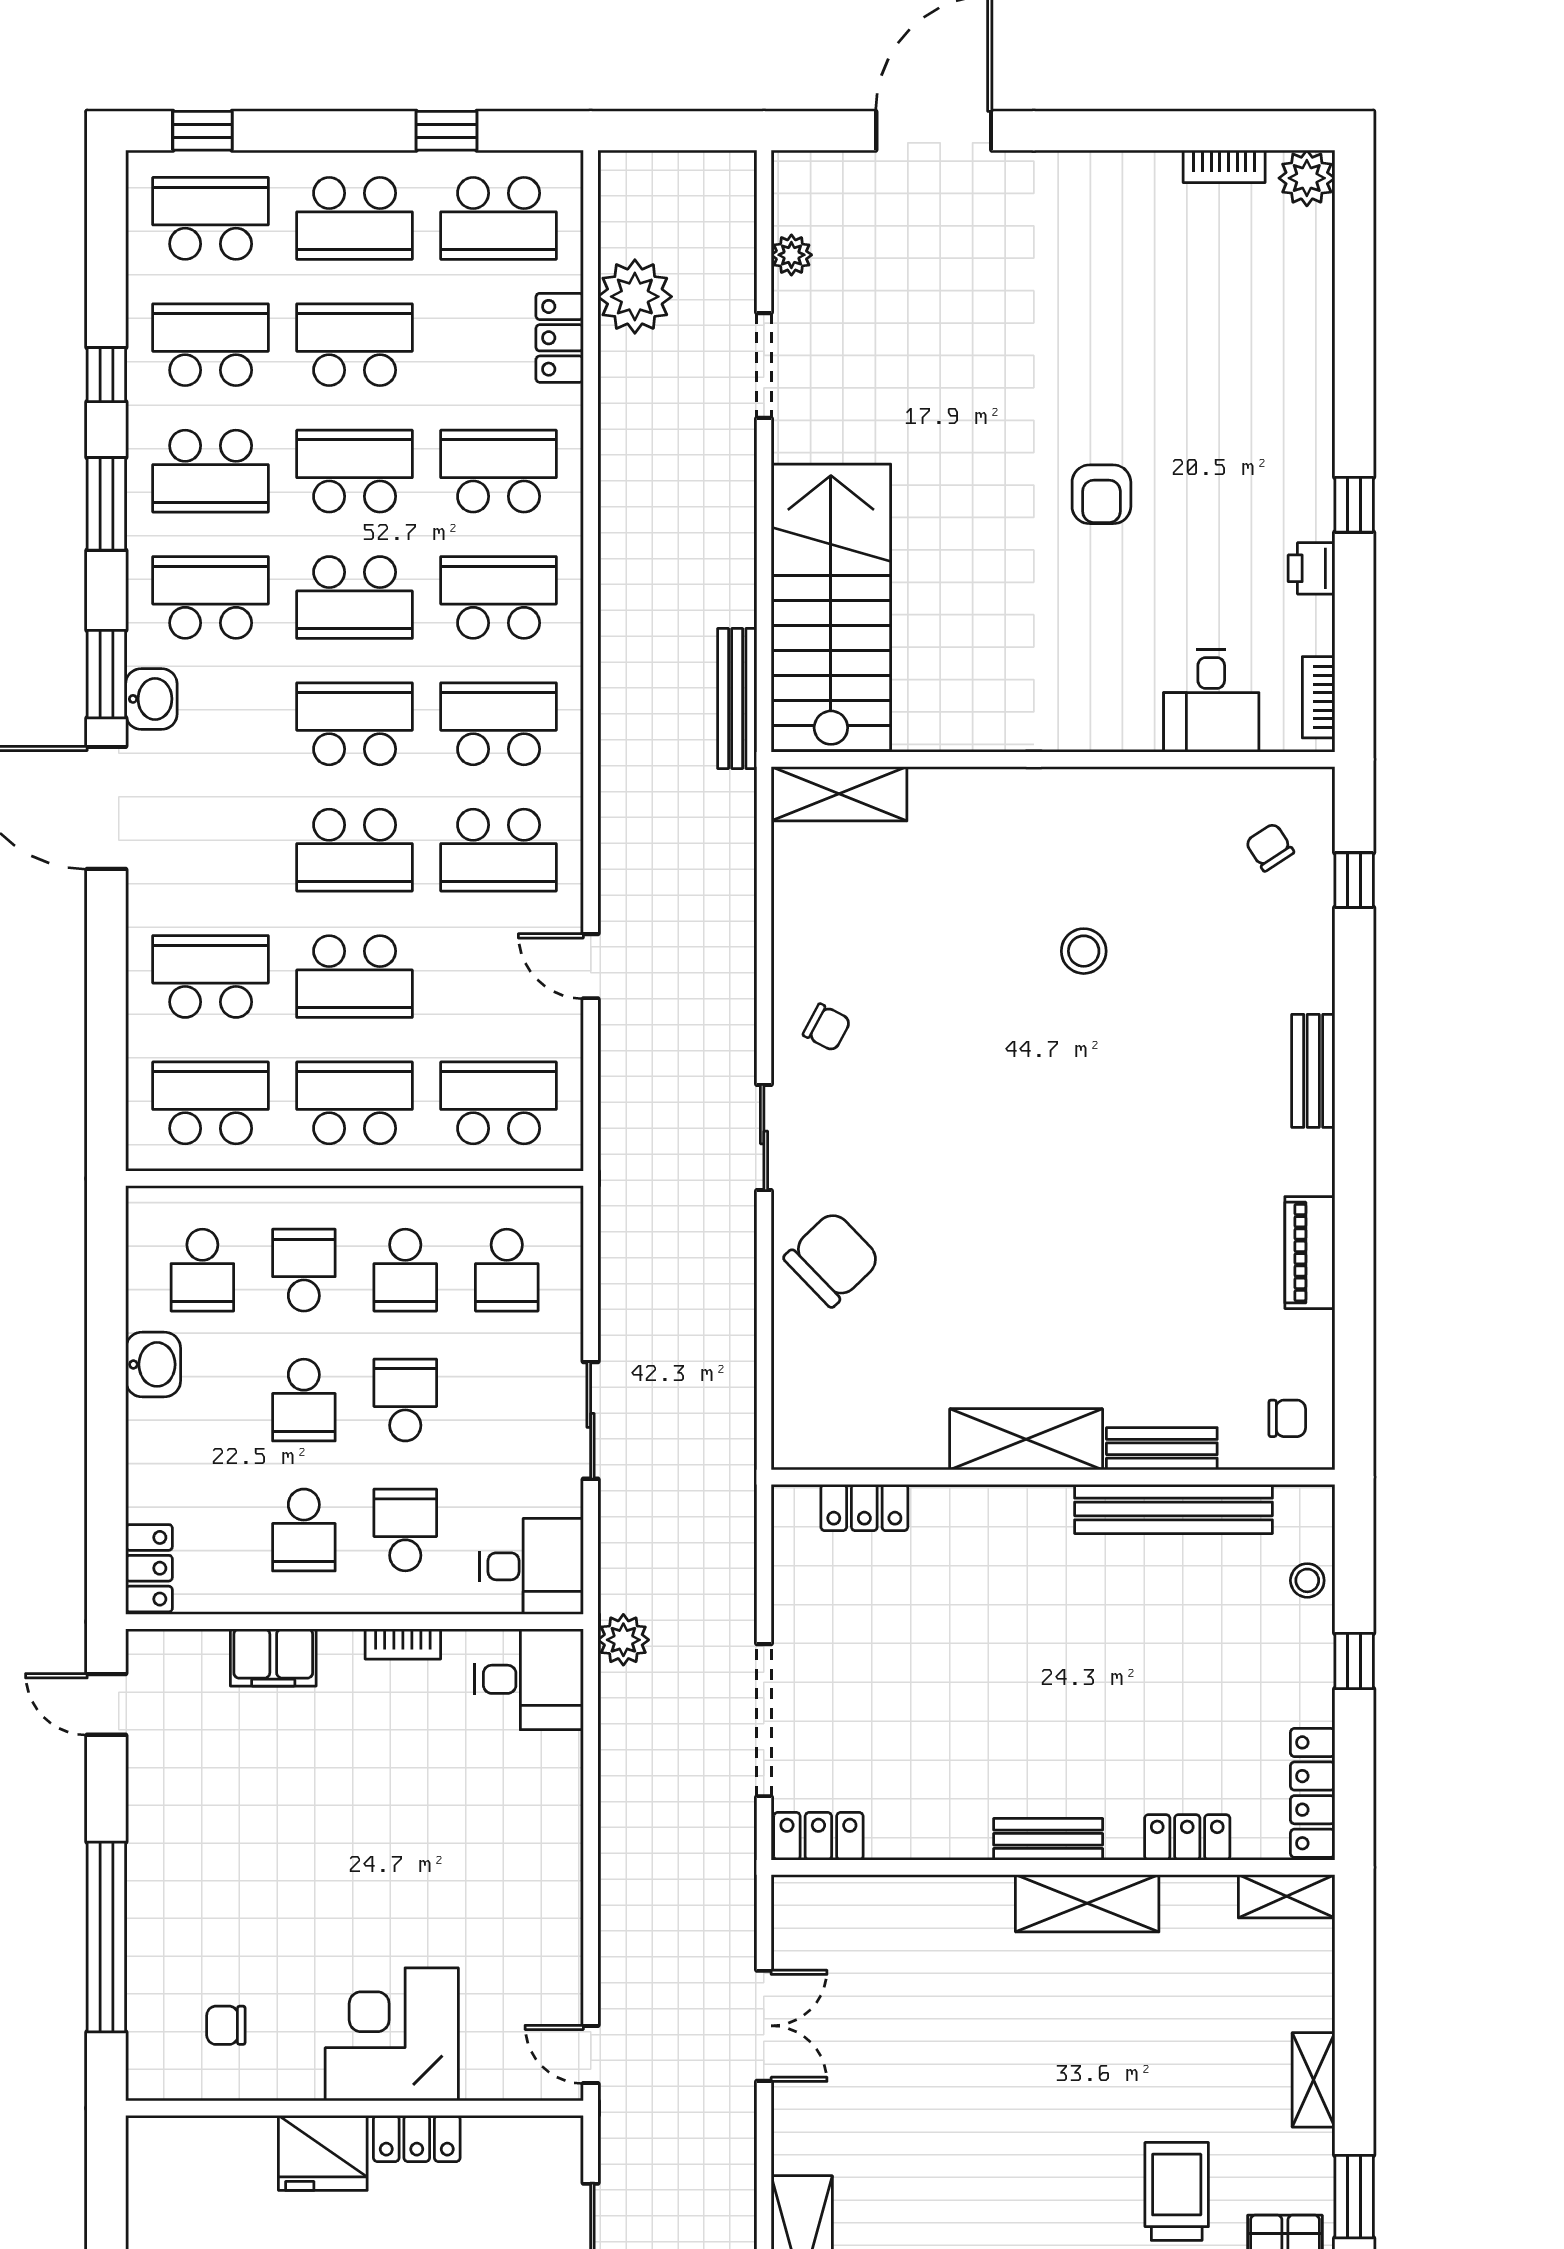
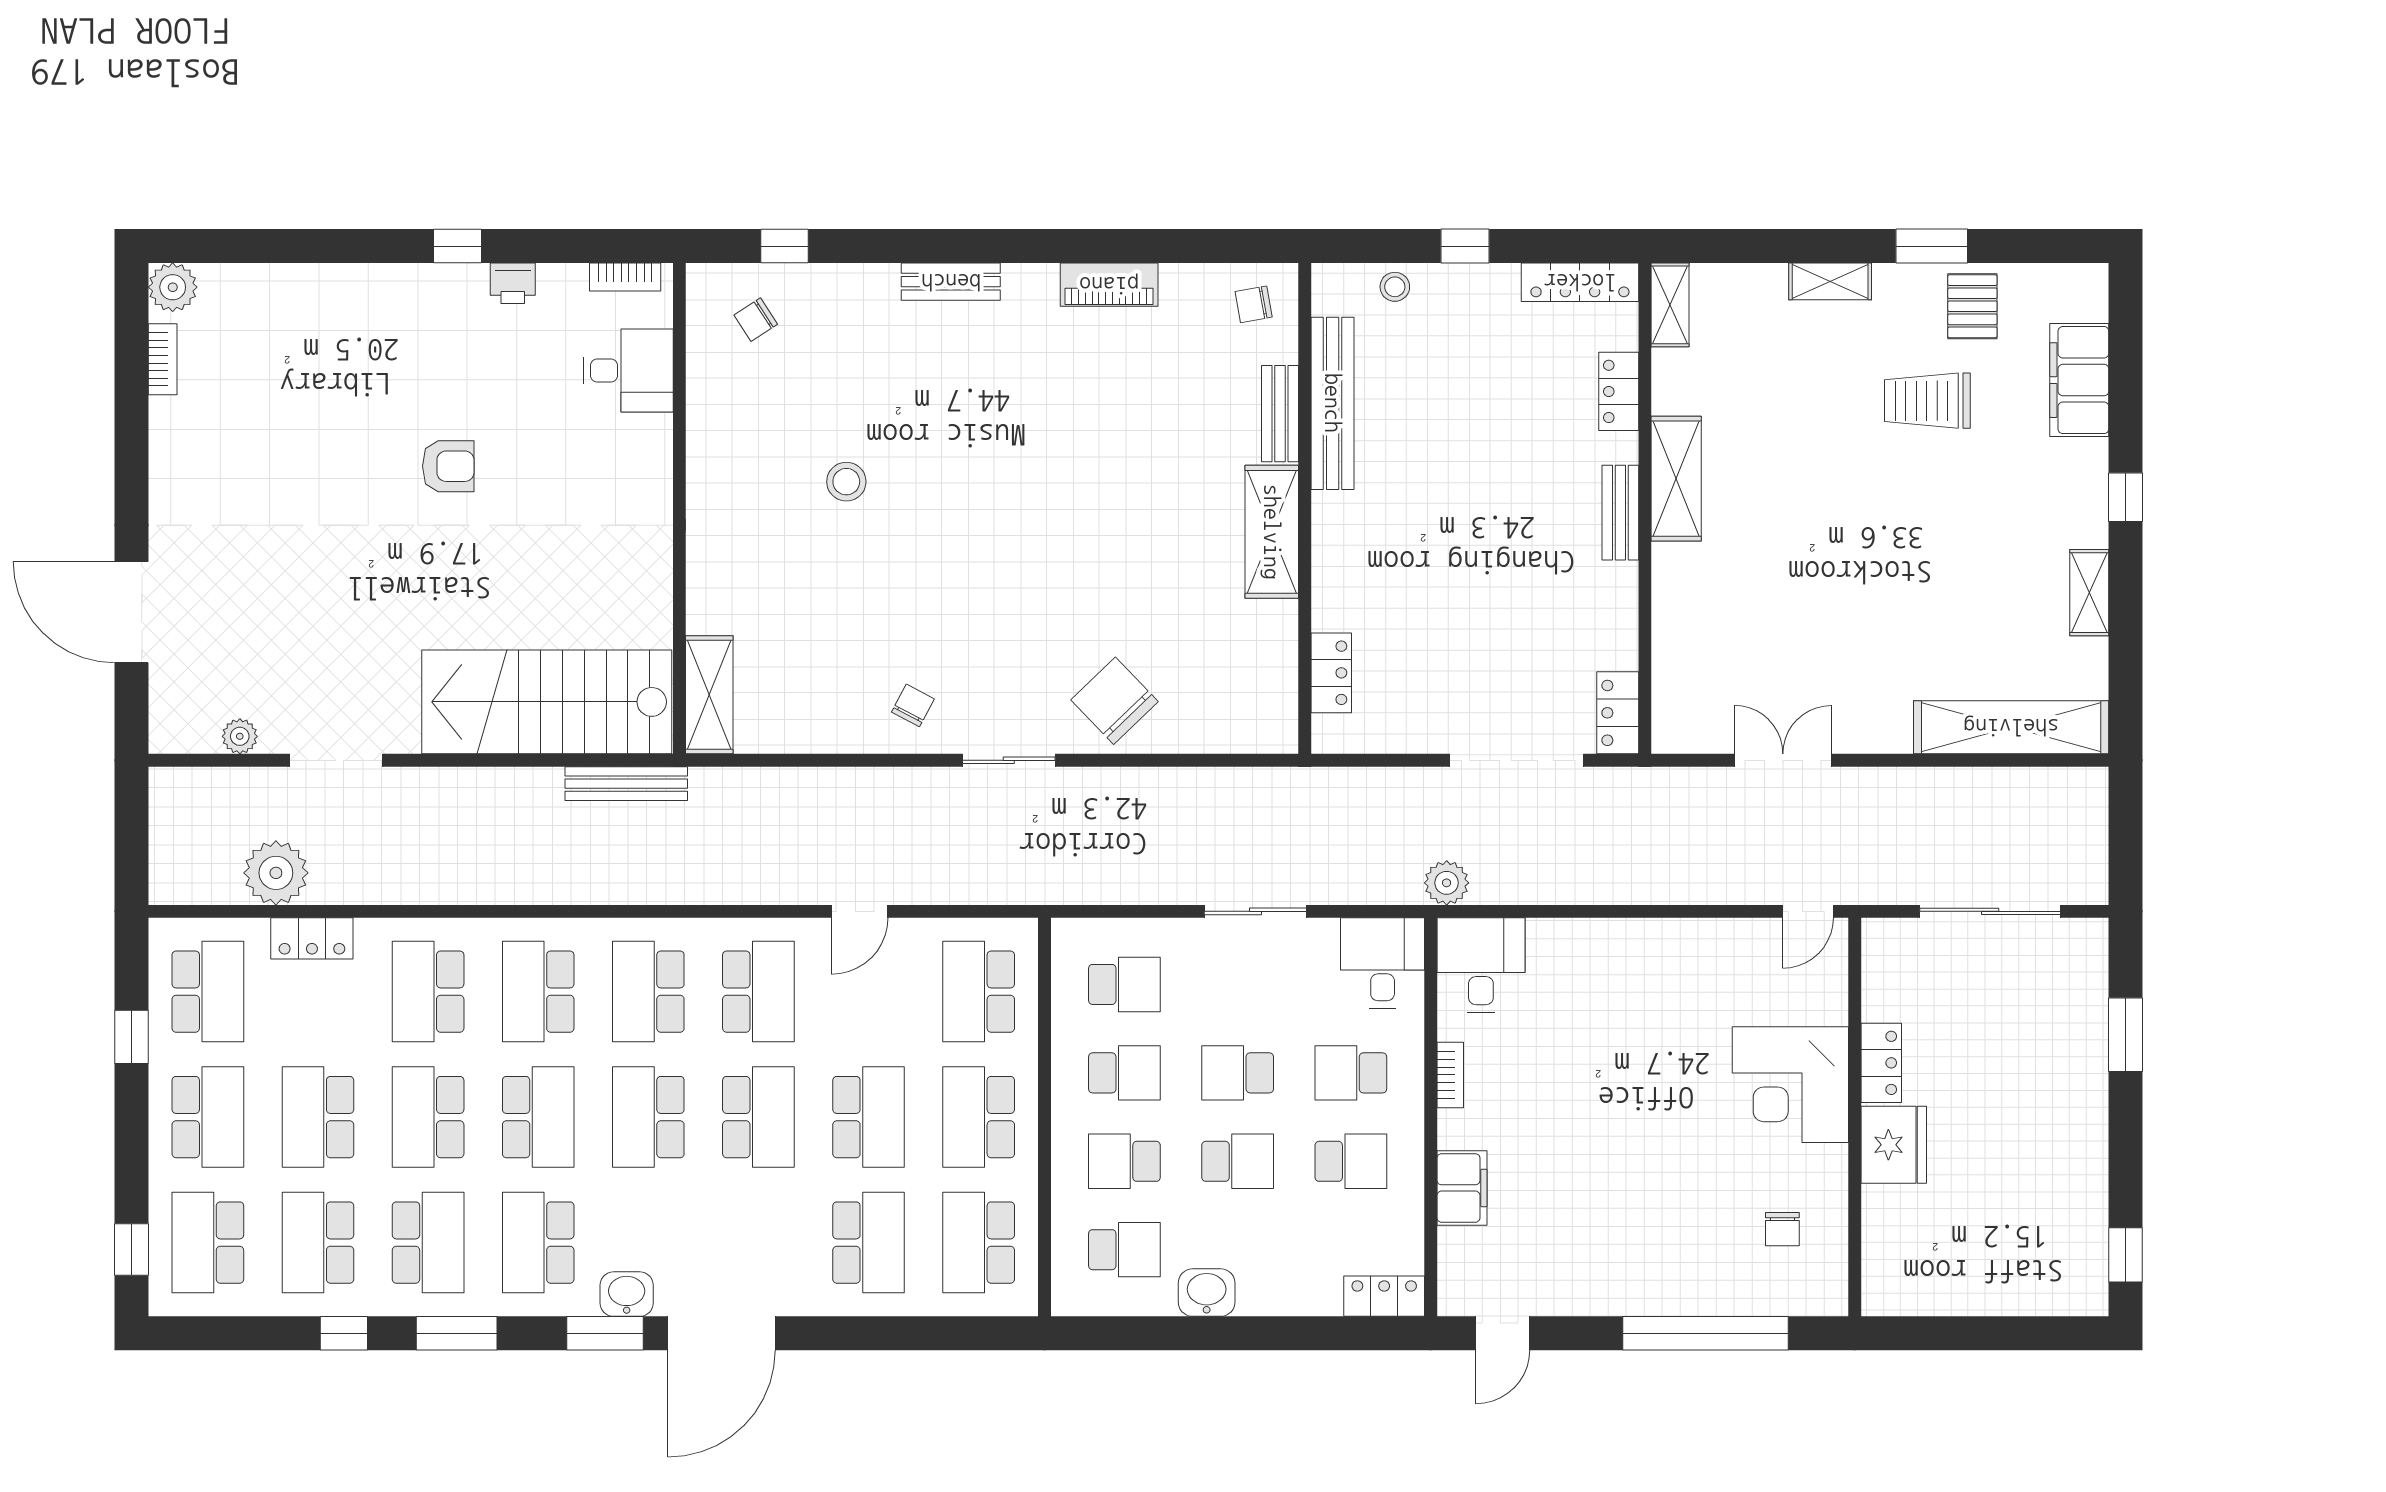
school desk: (211, 977) -> (869, 1243), turned 180
chair: (1287, 1418) -> (1254, 304), turned -100

